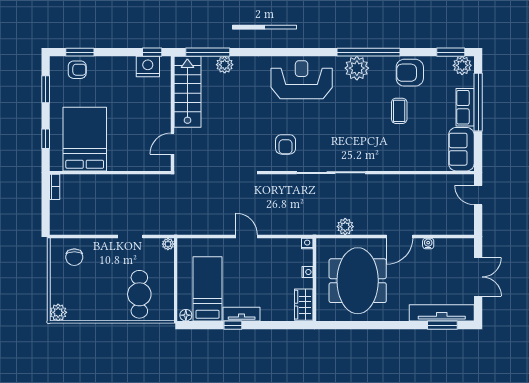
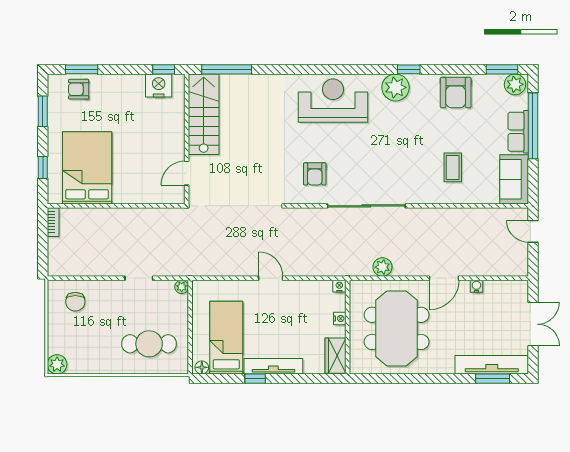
window: (368, 52) -> (409, 69), width x0.32
plant: (225, 65) -> (246, 84), removed
armchair: (77, 70) -> (79, 89), turned 180
armchair: (410, 73) -> (456, 93), turned -90
coffee table: (399, 111) -> (453, 167), moved
cafe table: (139, 294) -> (149, 344), turned 90
tv unit: (242, 314) -> (273, 366), width x1.41

